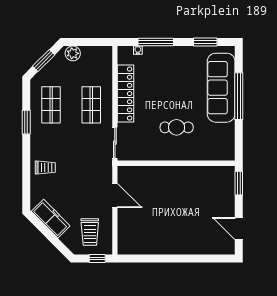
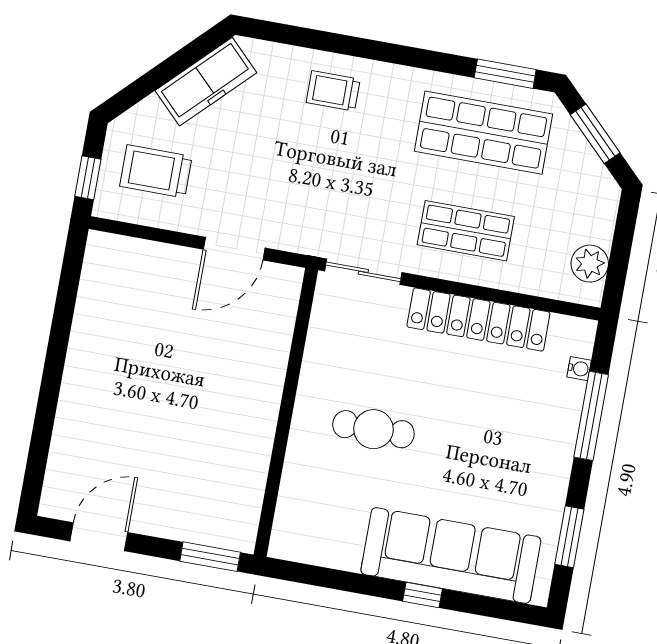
plant: (73, 53) -> (590, 264), moved
window: (239, 96) -> (423, 595), width x0.32
shop shelf: (51, 105) -> (484, 133), width x1.43, depth x1.36
window: (26, 122) -> (505, 74), moved
cafe table: (177, 127) -> (373, 429), turned 90
trolley: (45, 167) -> (333, 91), turned 90

